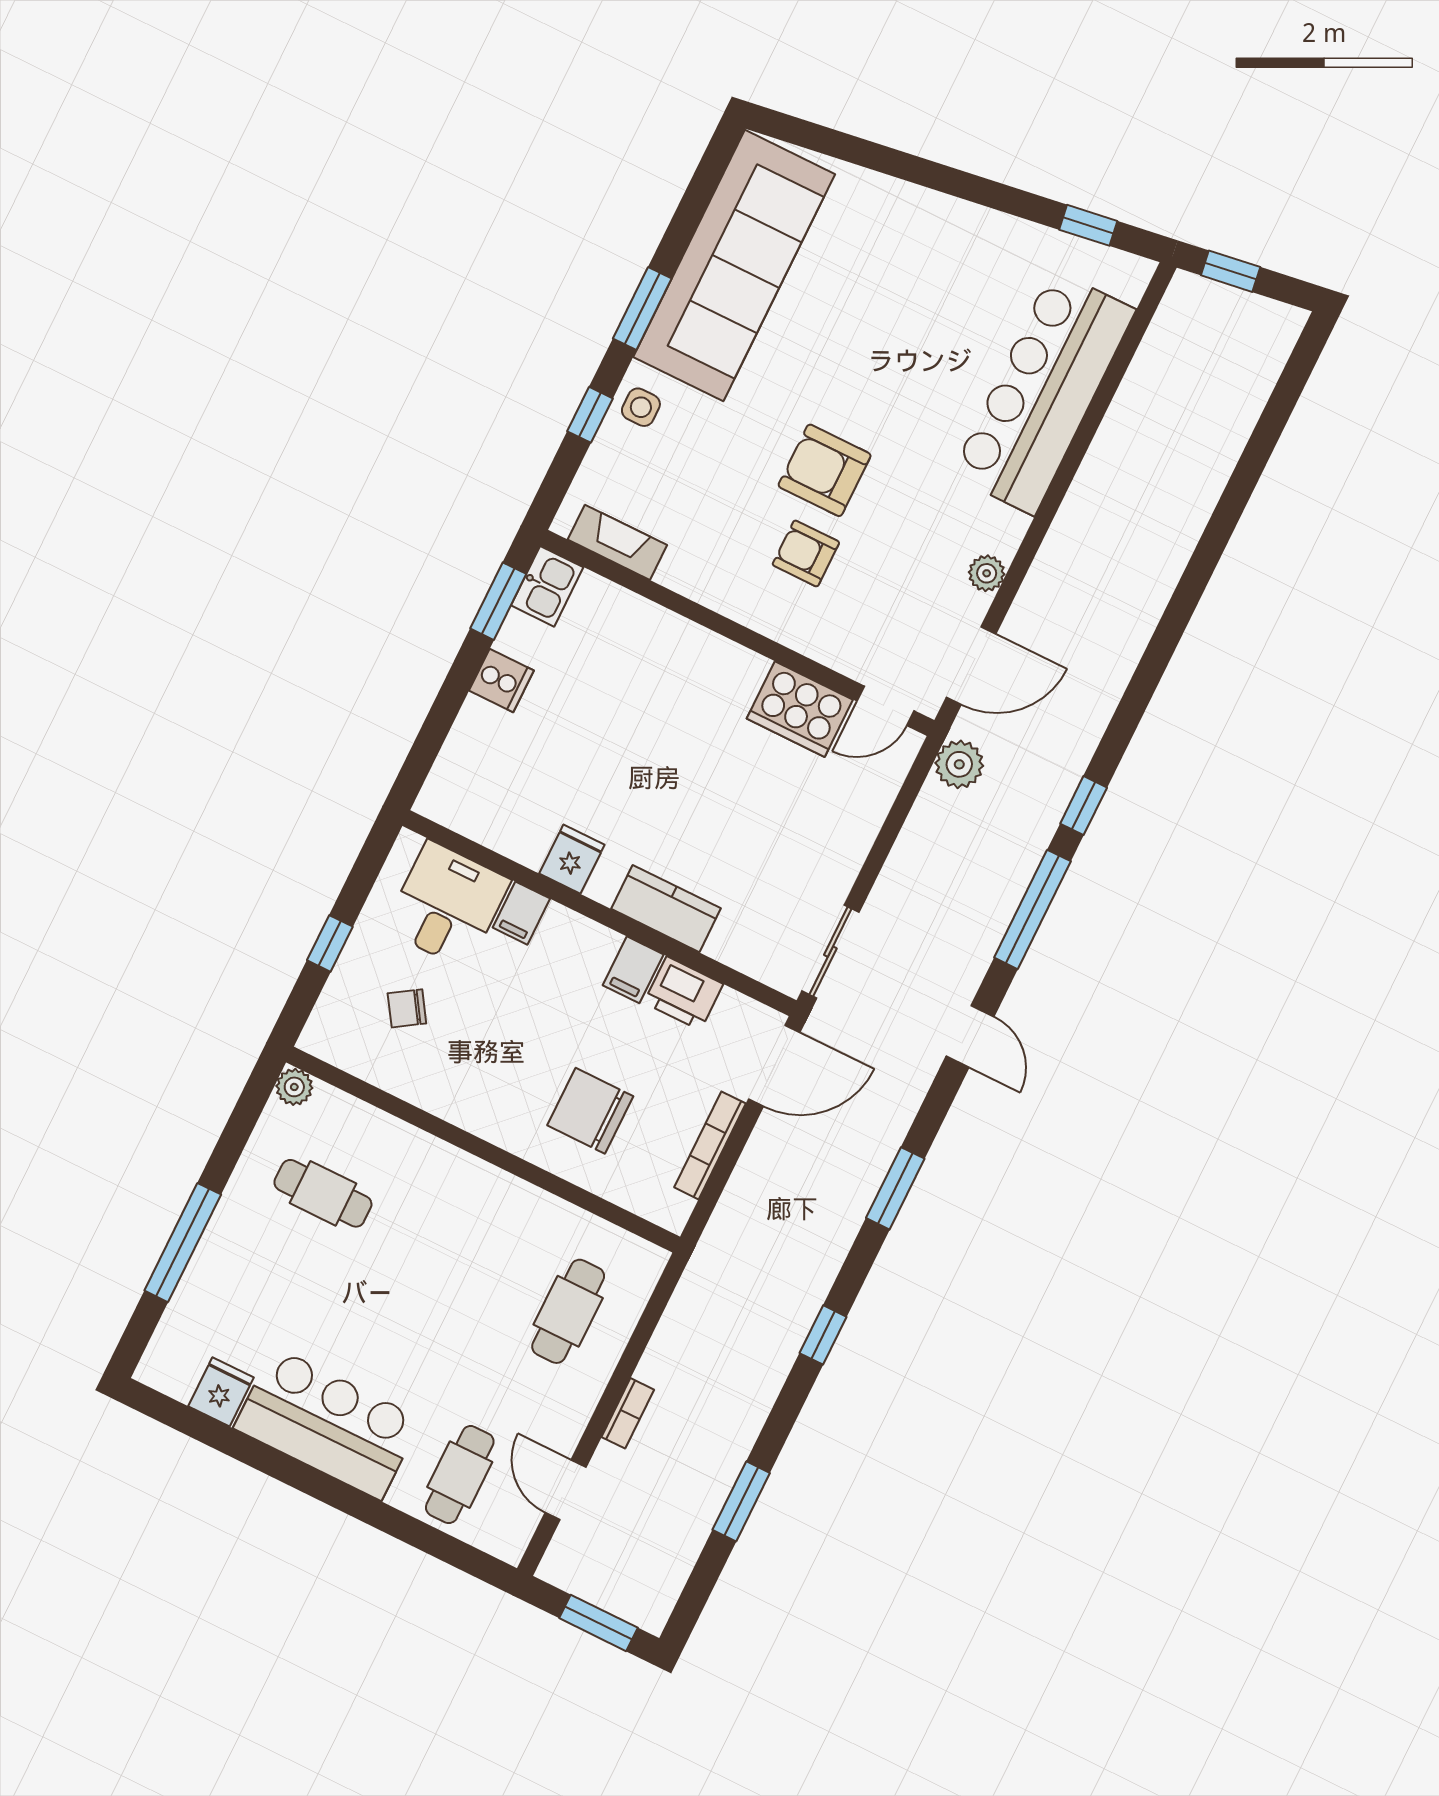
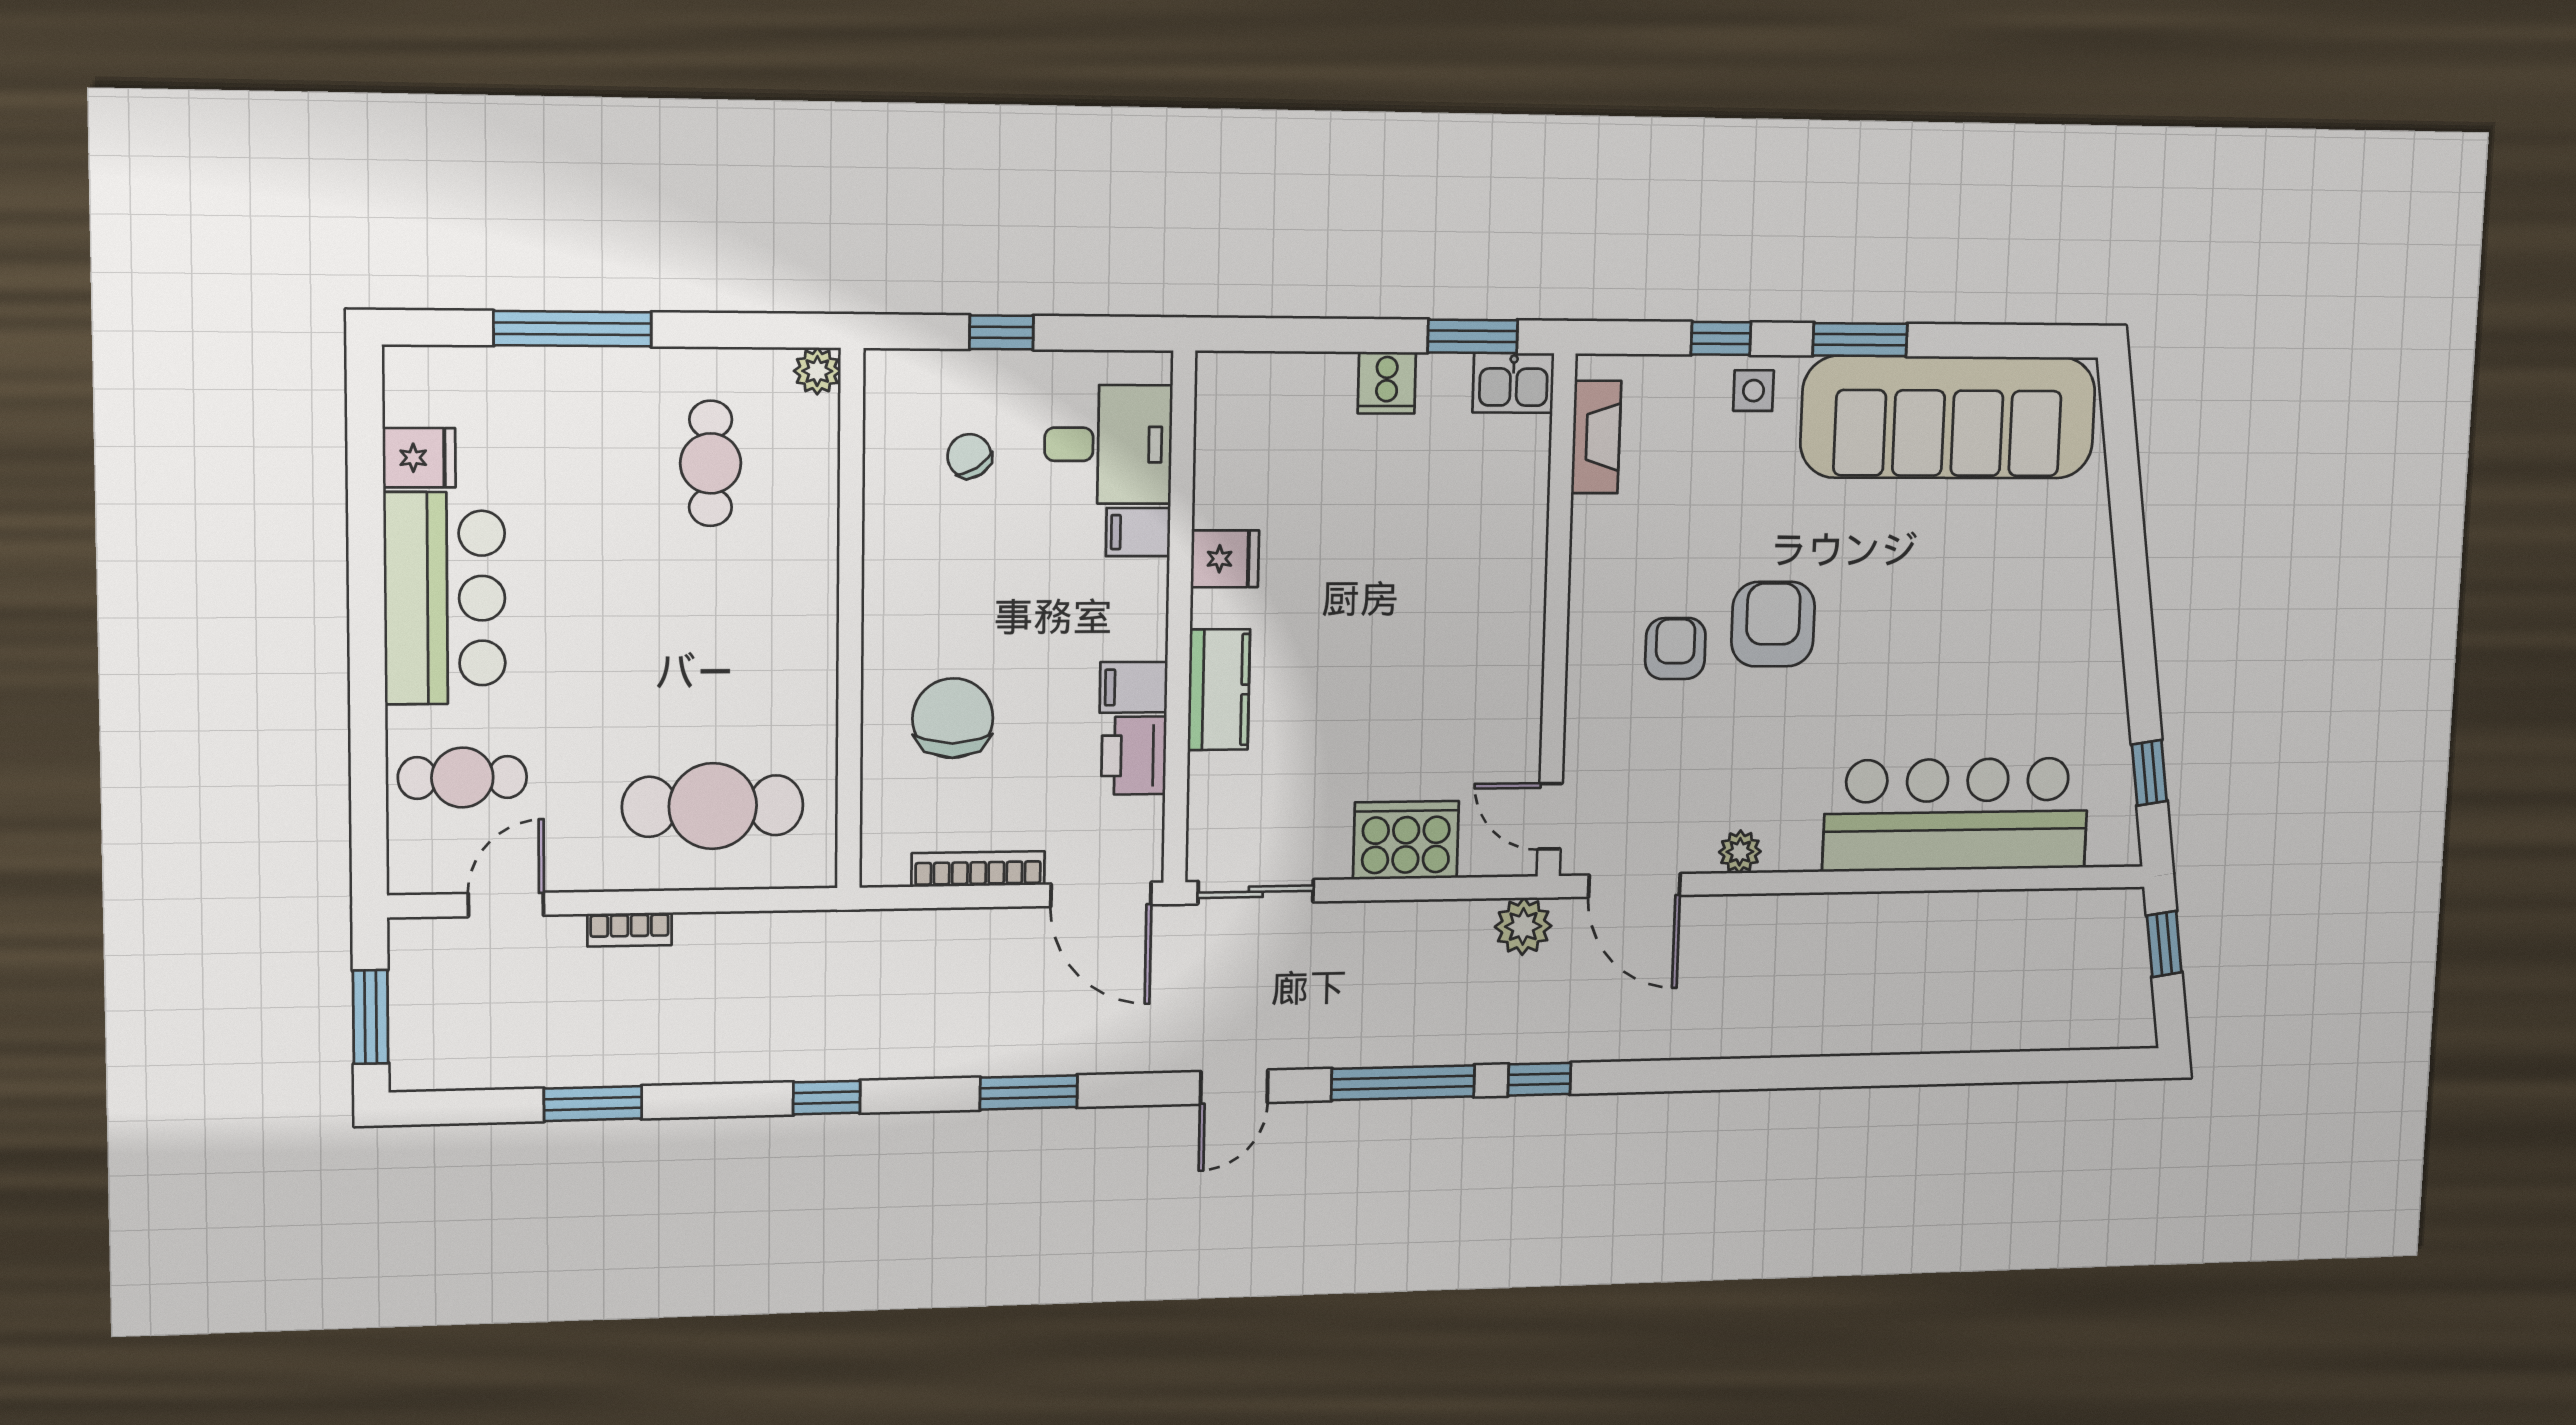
cooker: (800, 709) -> (1406, 840), moved, turned 90
cafe table: (568, 1311) -> (713, 806), width x1.37, depth x1.35

